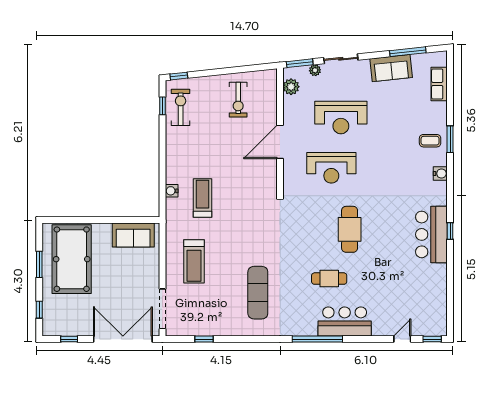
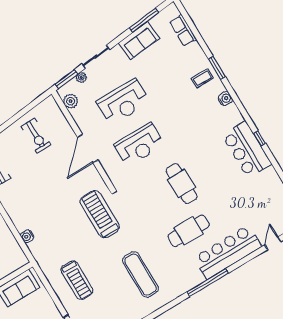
treadmill: (202, 198) -> (100, 214), moved, width x1.37, depth x1.38
cafe table: (329, 279) -> (189, 231), width x1.37, depth x1.35
bar counter: (345, 322) -> (228, 252), width x1.36

